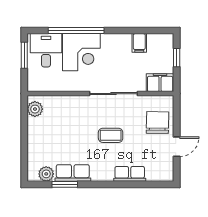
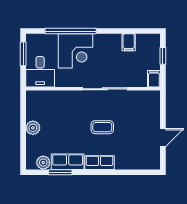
desk: (46, 50) -> (40, 72), moved, turned 180
filing cabinet: (160, 83) -> (154, 79), width x0.50
plant: (35, 109) -> (33, 128), moved
chair: (157, 123) -> (145, 115), removed
row of seats: (130, 174) -> (100, 163), moved

